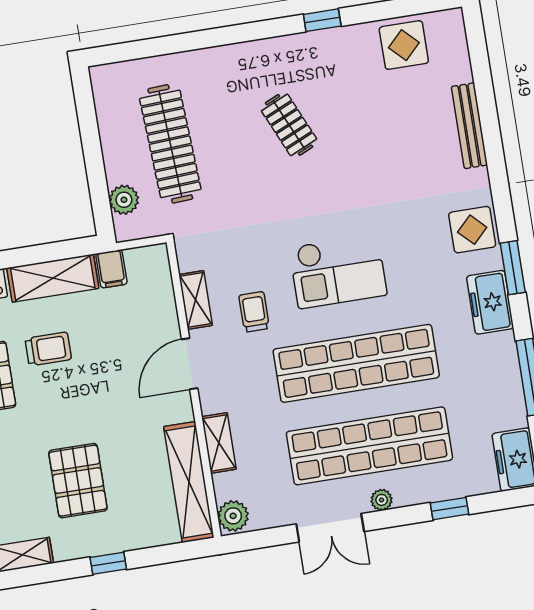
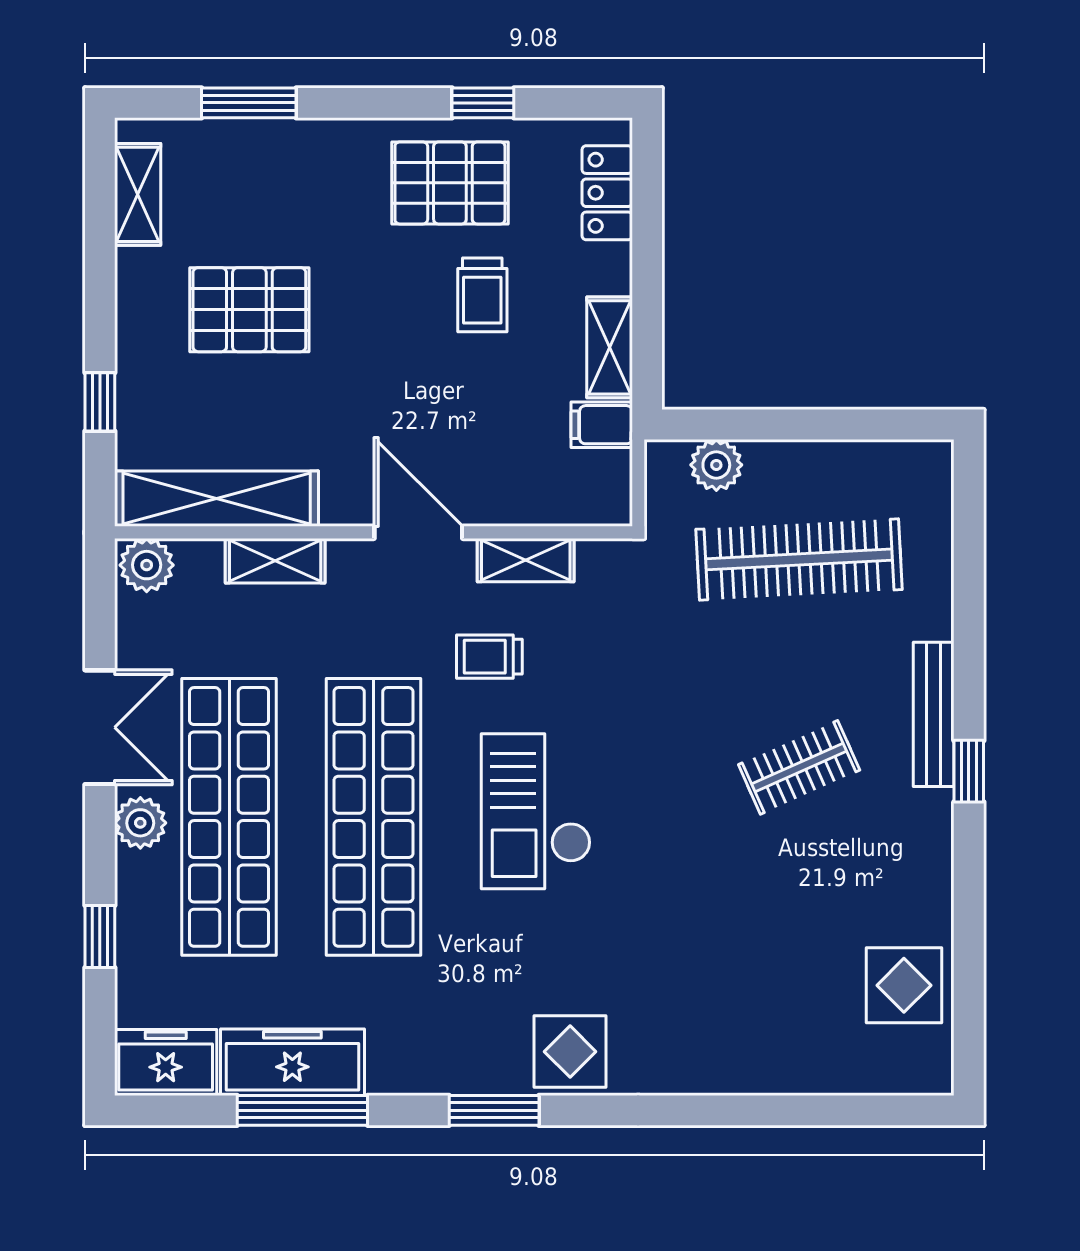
window: (322, 20) -> (969, 771), moved
bench: (469, 126) -> (934, 714), moved, turned 90
shelving: (53, 278) -> (610, 347), width x0.67, depth x0.75
freezer: (490, 302) -> (292, 1062), moved, width x1.40
trolley: (254, 312) -> (489, 657), turned 180
plant: (382, 500) -> (140, 823), width x1.38, depth x1.38
double door: (330, 528) -> (100, 727), swing flipped
window: (108, 563) -> (100, 402), moved

